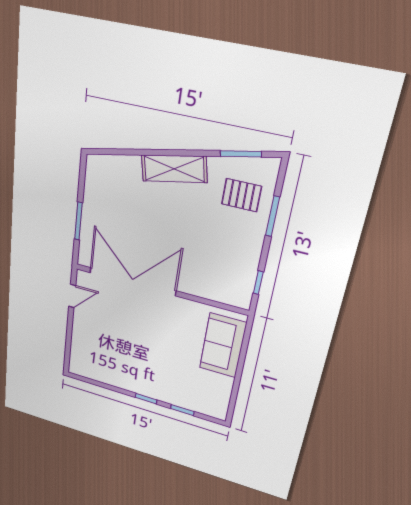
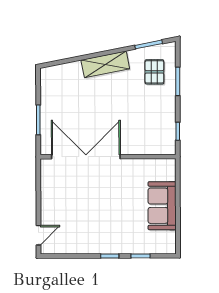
pallet: (242, 195) -> (154, 72), turned 90
door: (72, 296) -> (38, 235), moved
sofa: (223, 345) -> (162, 206), moved

